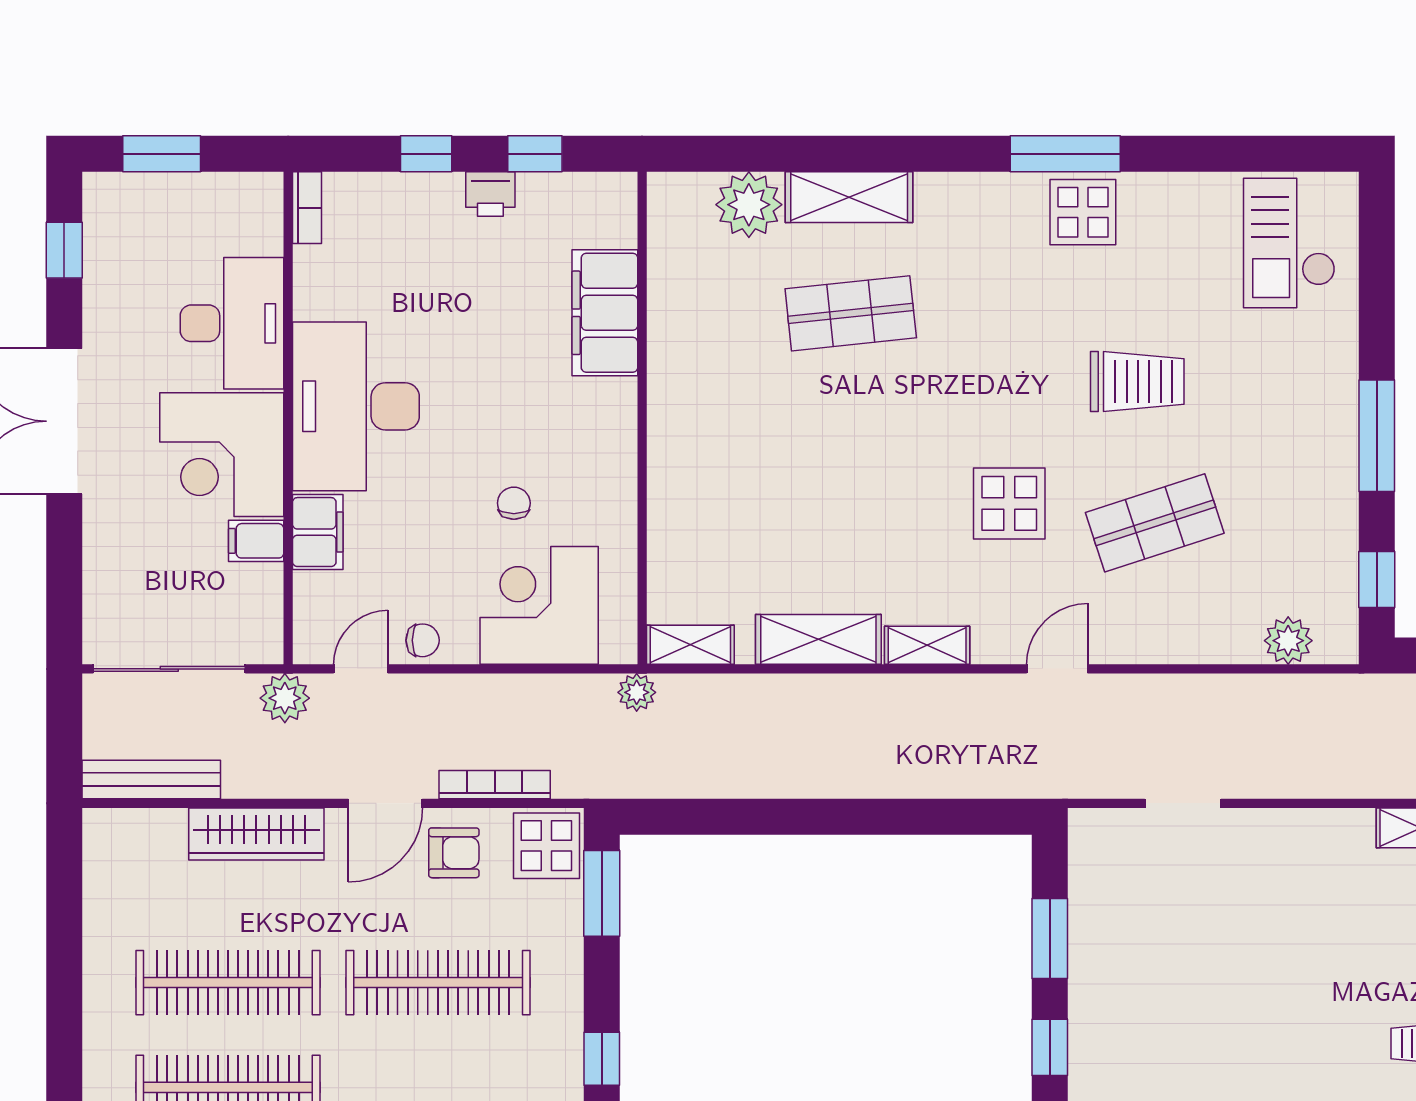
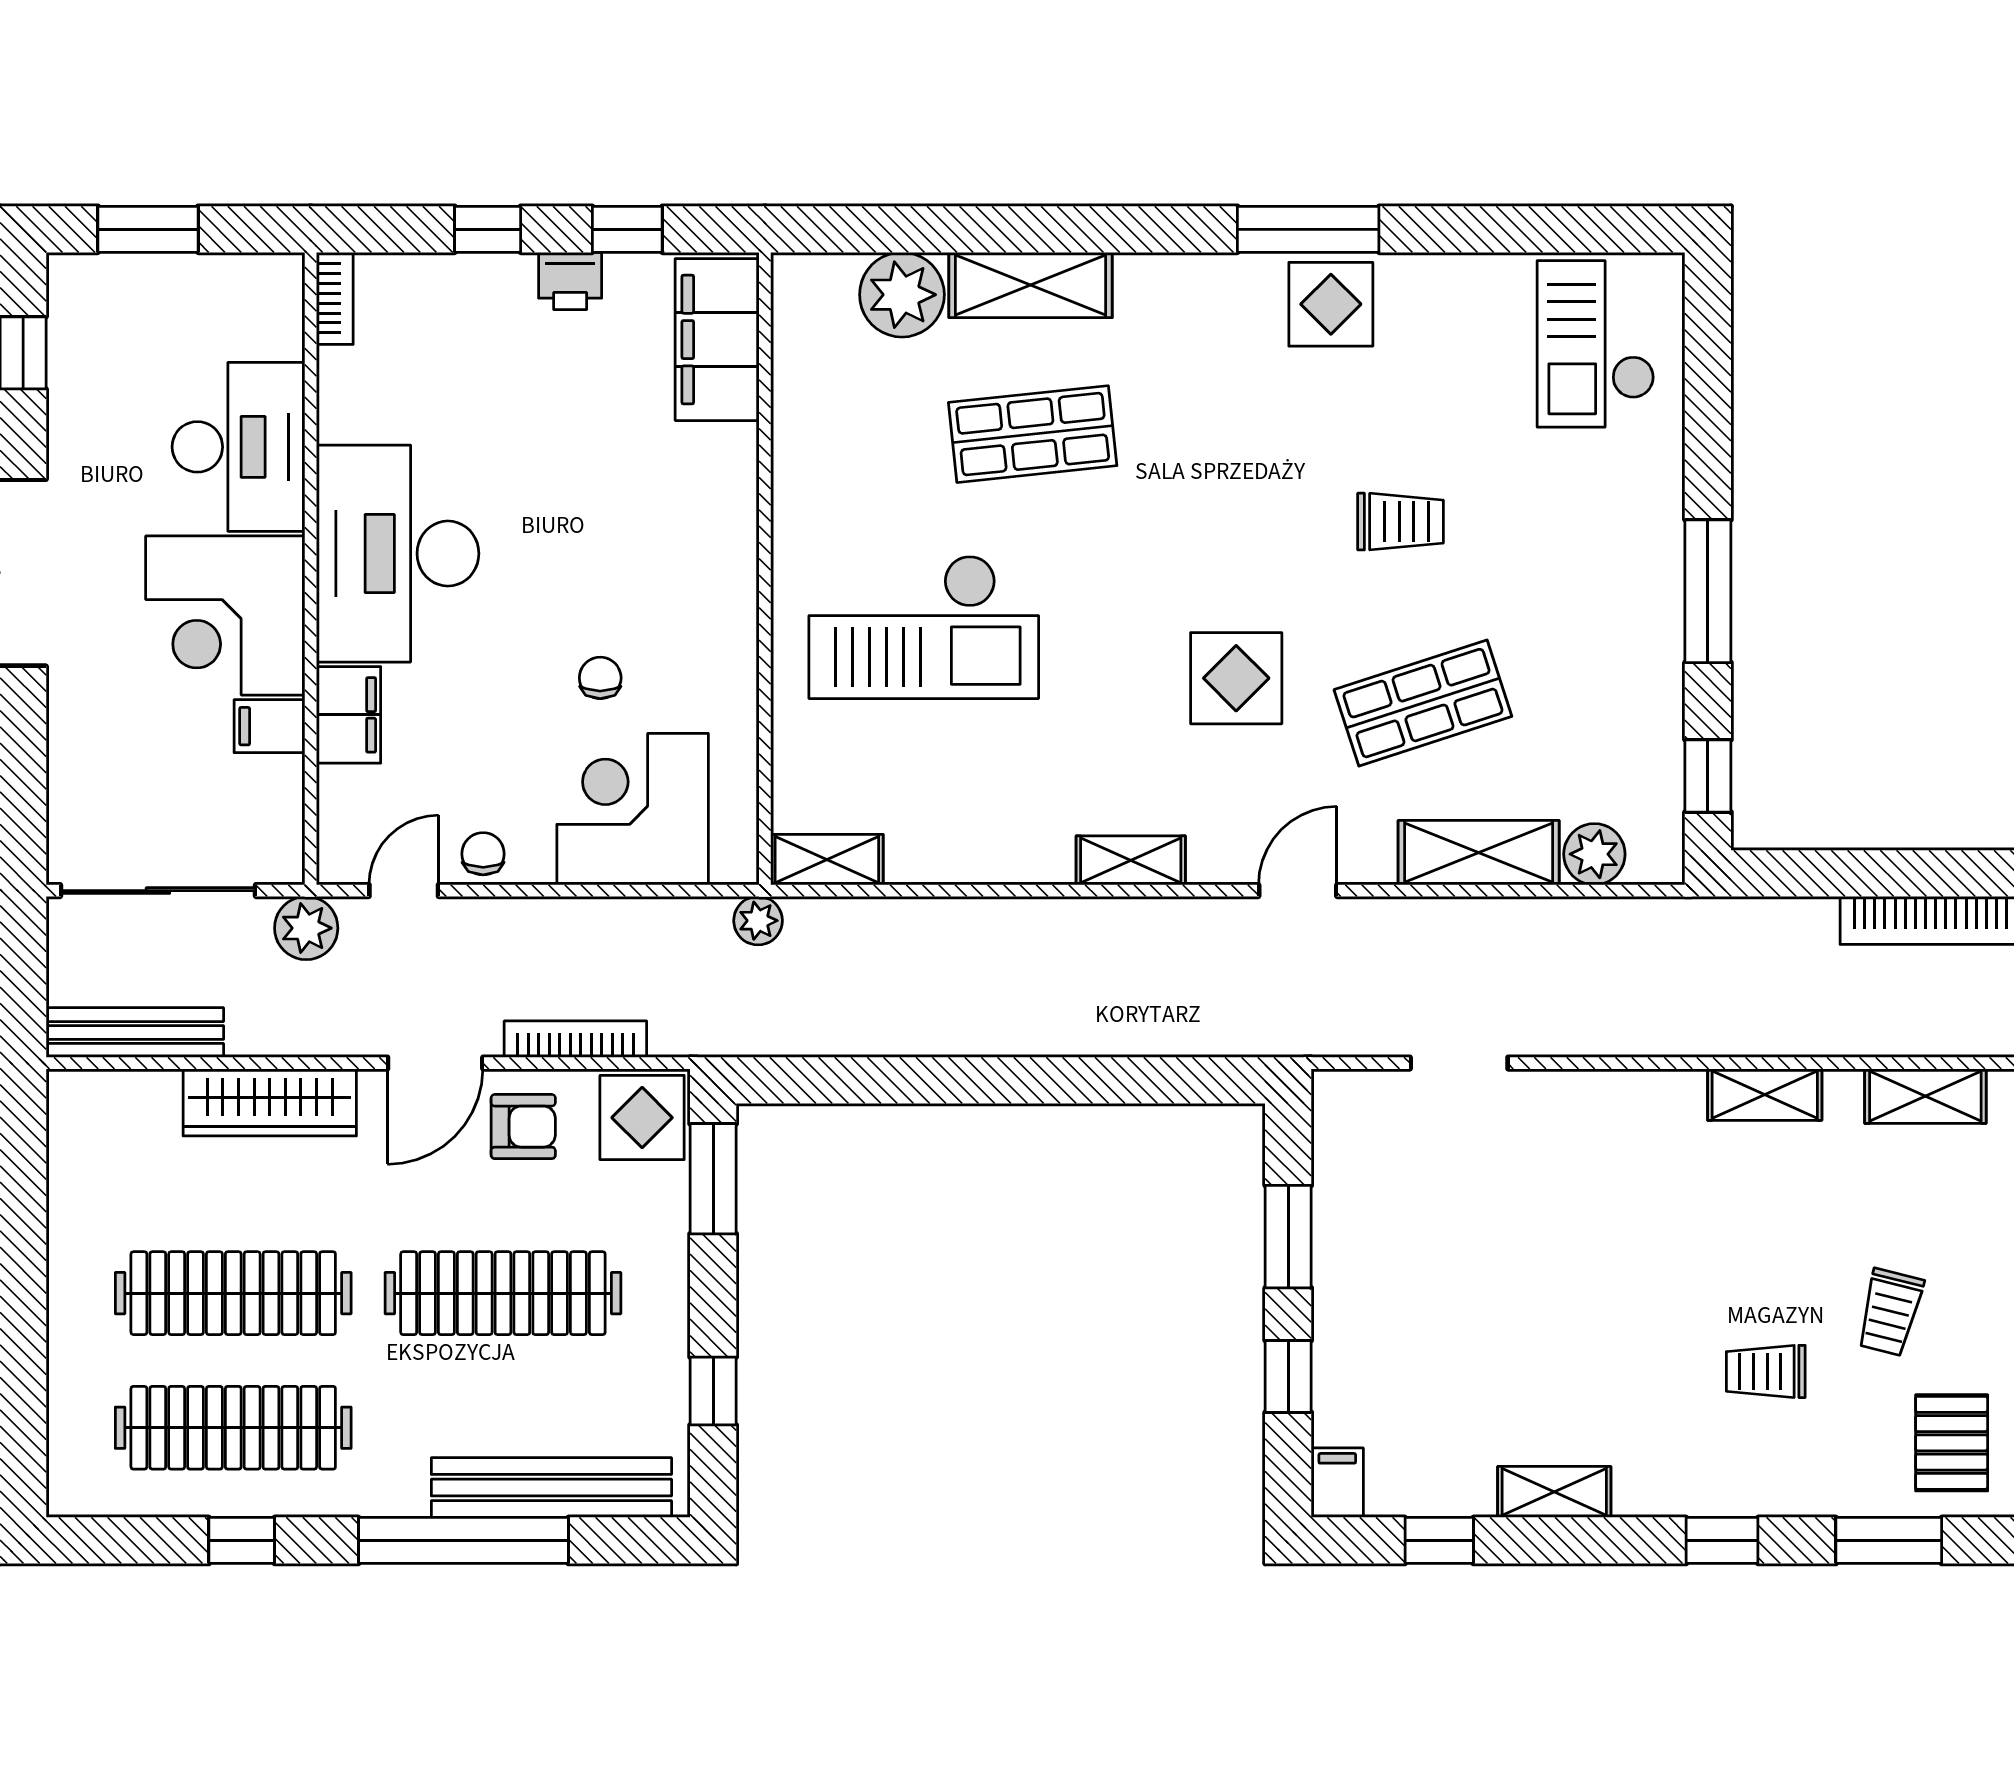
filing cabinet: (605, 313) -> (717, 340), moved
trolley: (1137, 381) -> (1400, 522), width x0.73, depth x0.72
checkout: (766, 464) -> (924, 627), added
shelving: (818, 639) -> (1479, 853), moved
chair: (423, 640) -> (483, 854), turned -90

